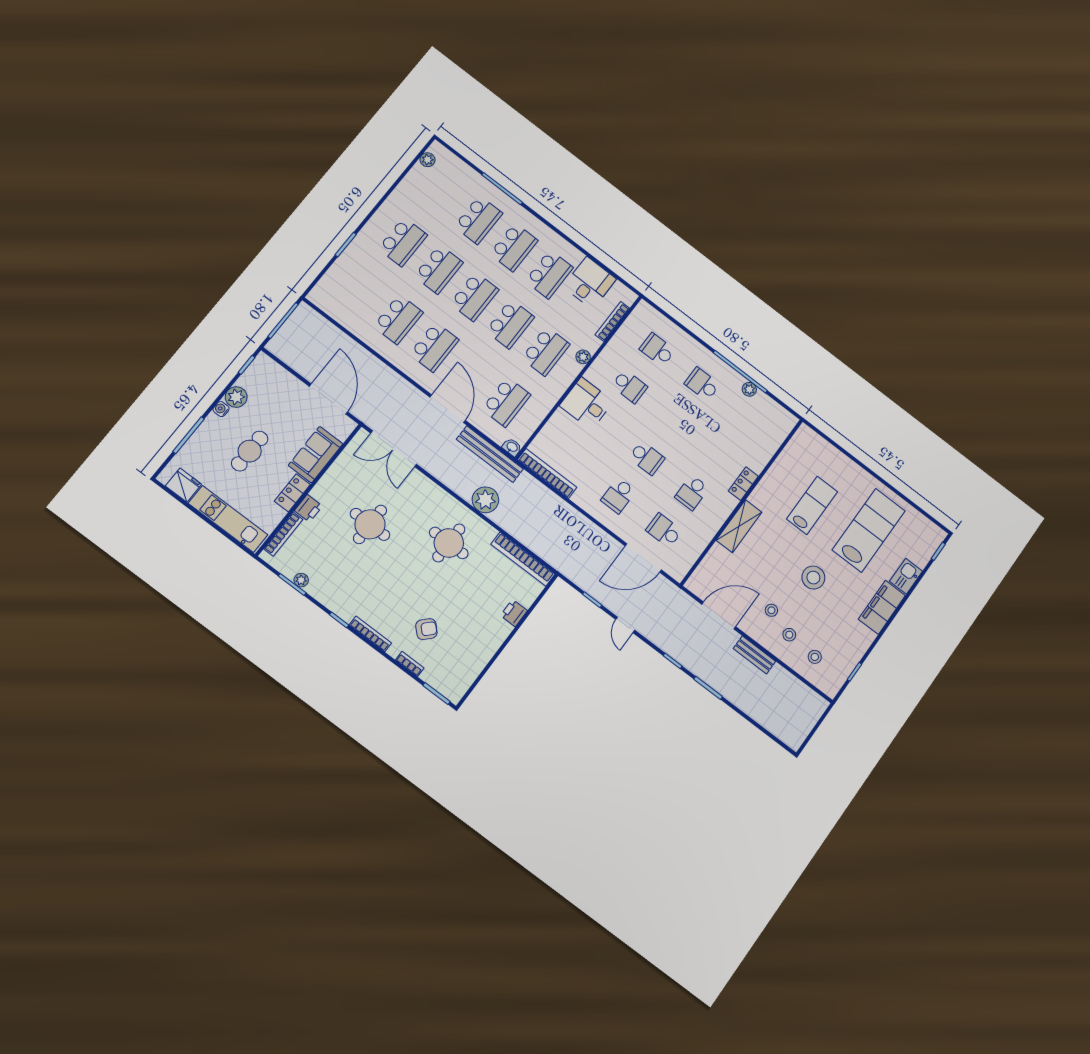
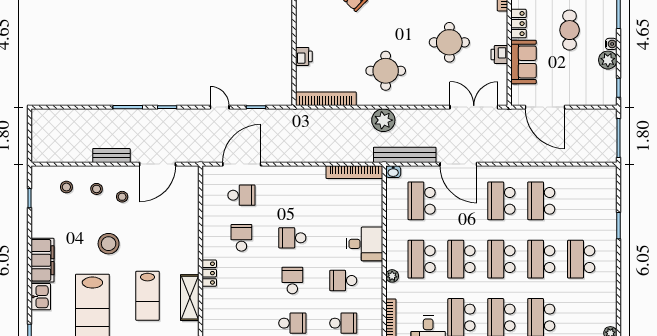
school desk: (618, 496) -> (292, 280), moved
printer: (308, 508) -> (499, 54), moved
shelving: (739, 526) -> (190, 298), moved

